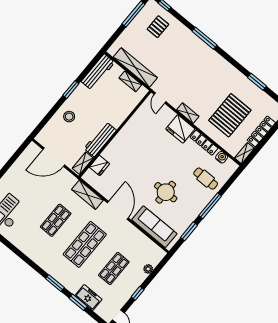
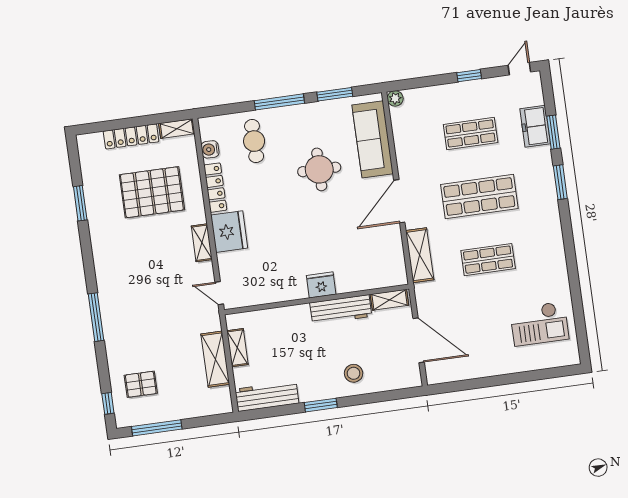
shelving: (135, 67) -> (215, 359), width x0.68
door: (160, 98) -> (219, 293), swing flipped
fridge: (100, 165) -> (321, 285), moved
plant: (148, 269) -> (395, 98), moved

